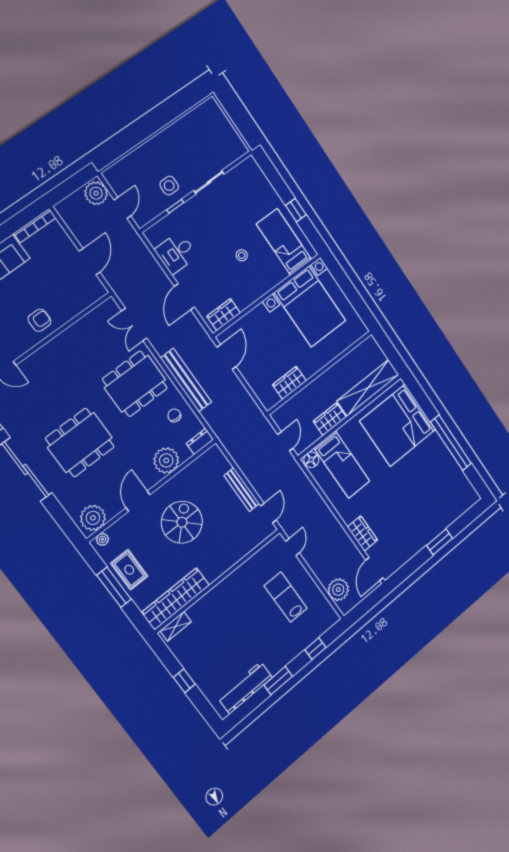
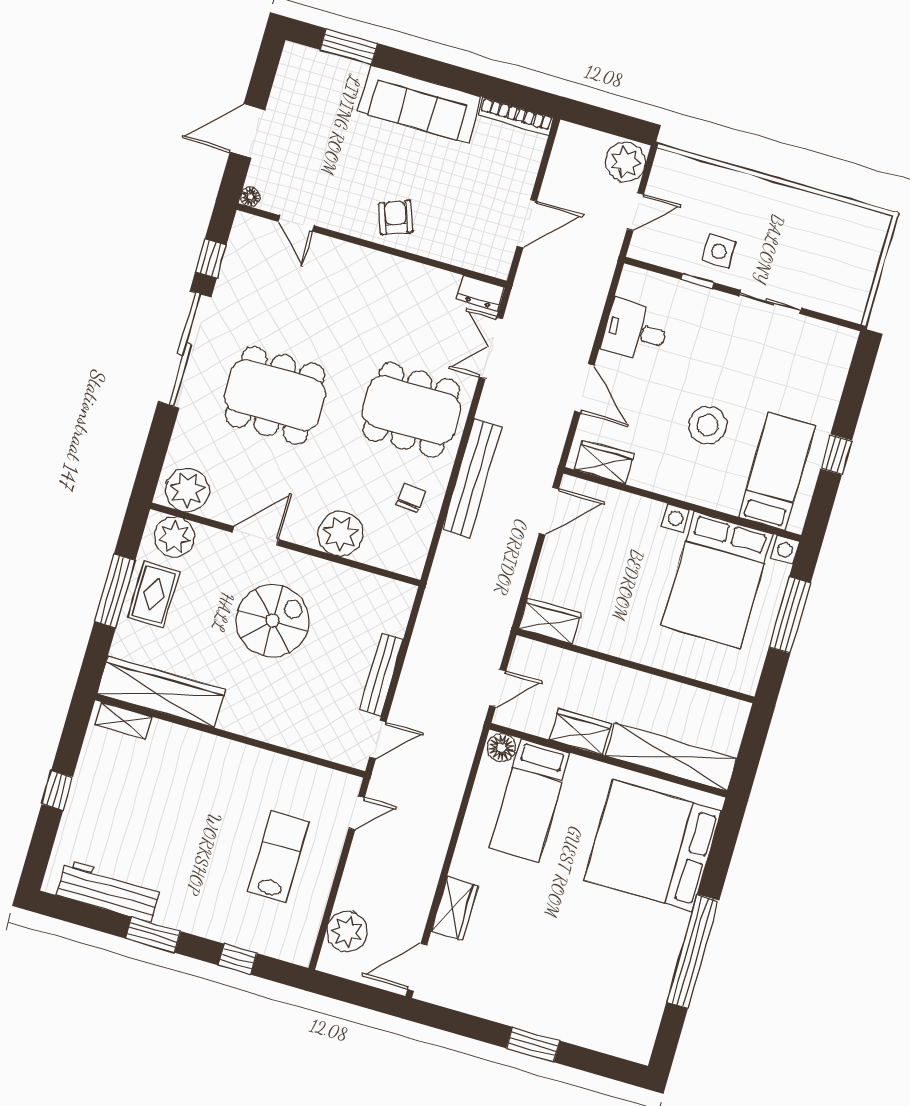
stool: (242, 255) -> (708, 425), width x1.89, depth x1.89
window: (347, 287) -> (790, 615), added
door: (184, 297) -> (584, 388), swing flipped
armchair: (39, 320) -> (396, 217), turned -111
wardrobe: (289, 383) -> (550, 621), moved
dresser: (200, 441) -> (481, 293), moved, turned 180
plant: (102, 539) -> (174, 537), width x1.88, depth x1.88

